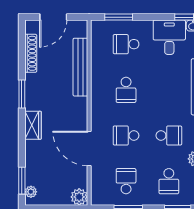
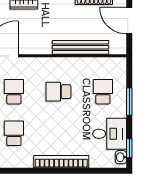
window: (119, 17) -> (129, 102), moved
school desk: (169, 136) -> (14, 133), turned 180

